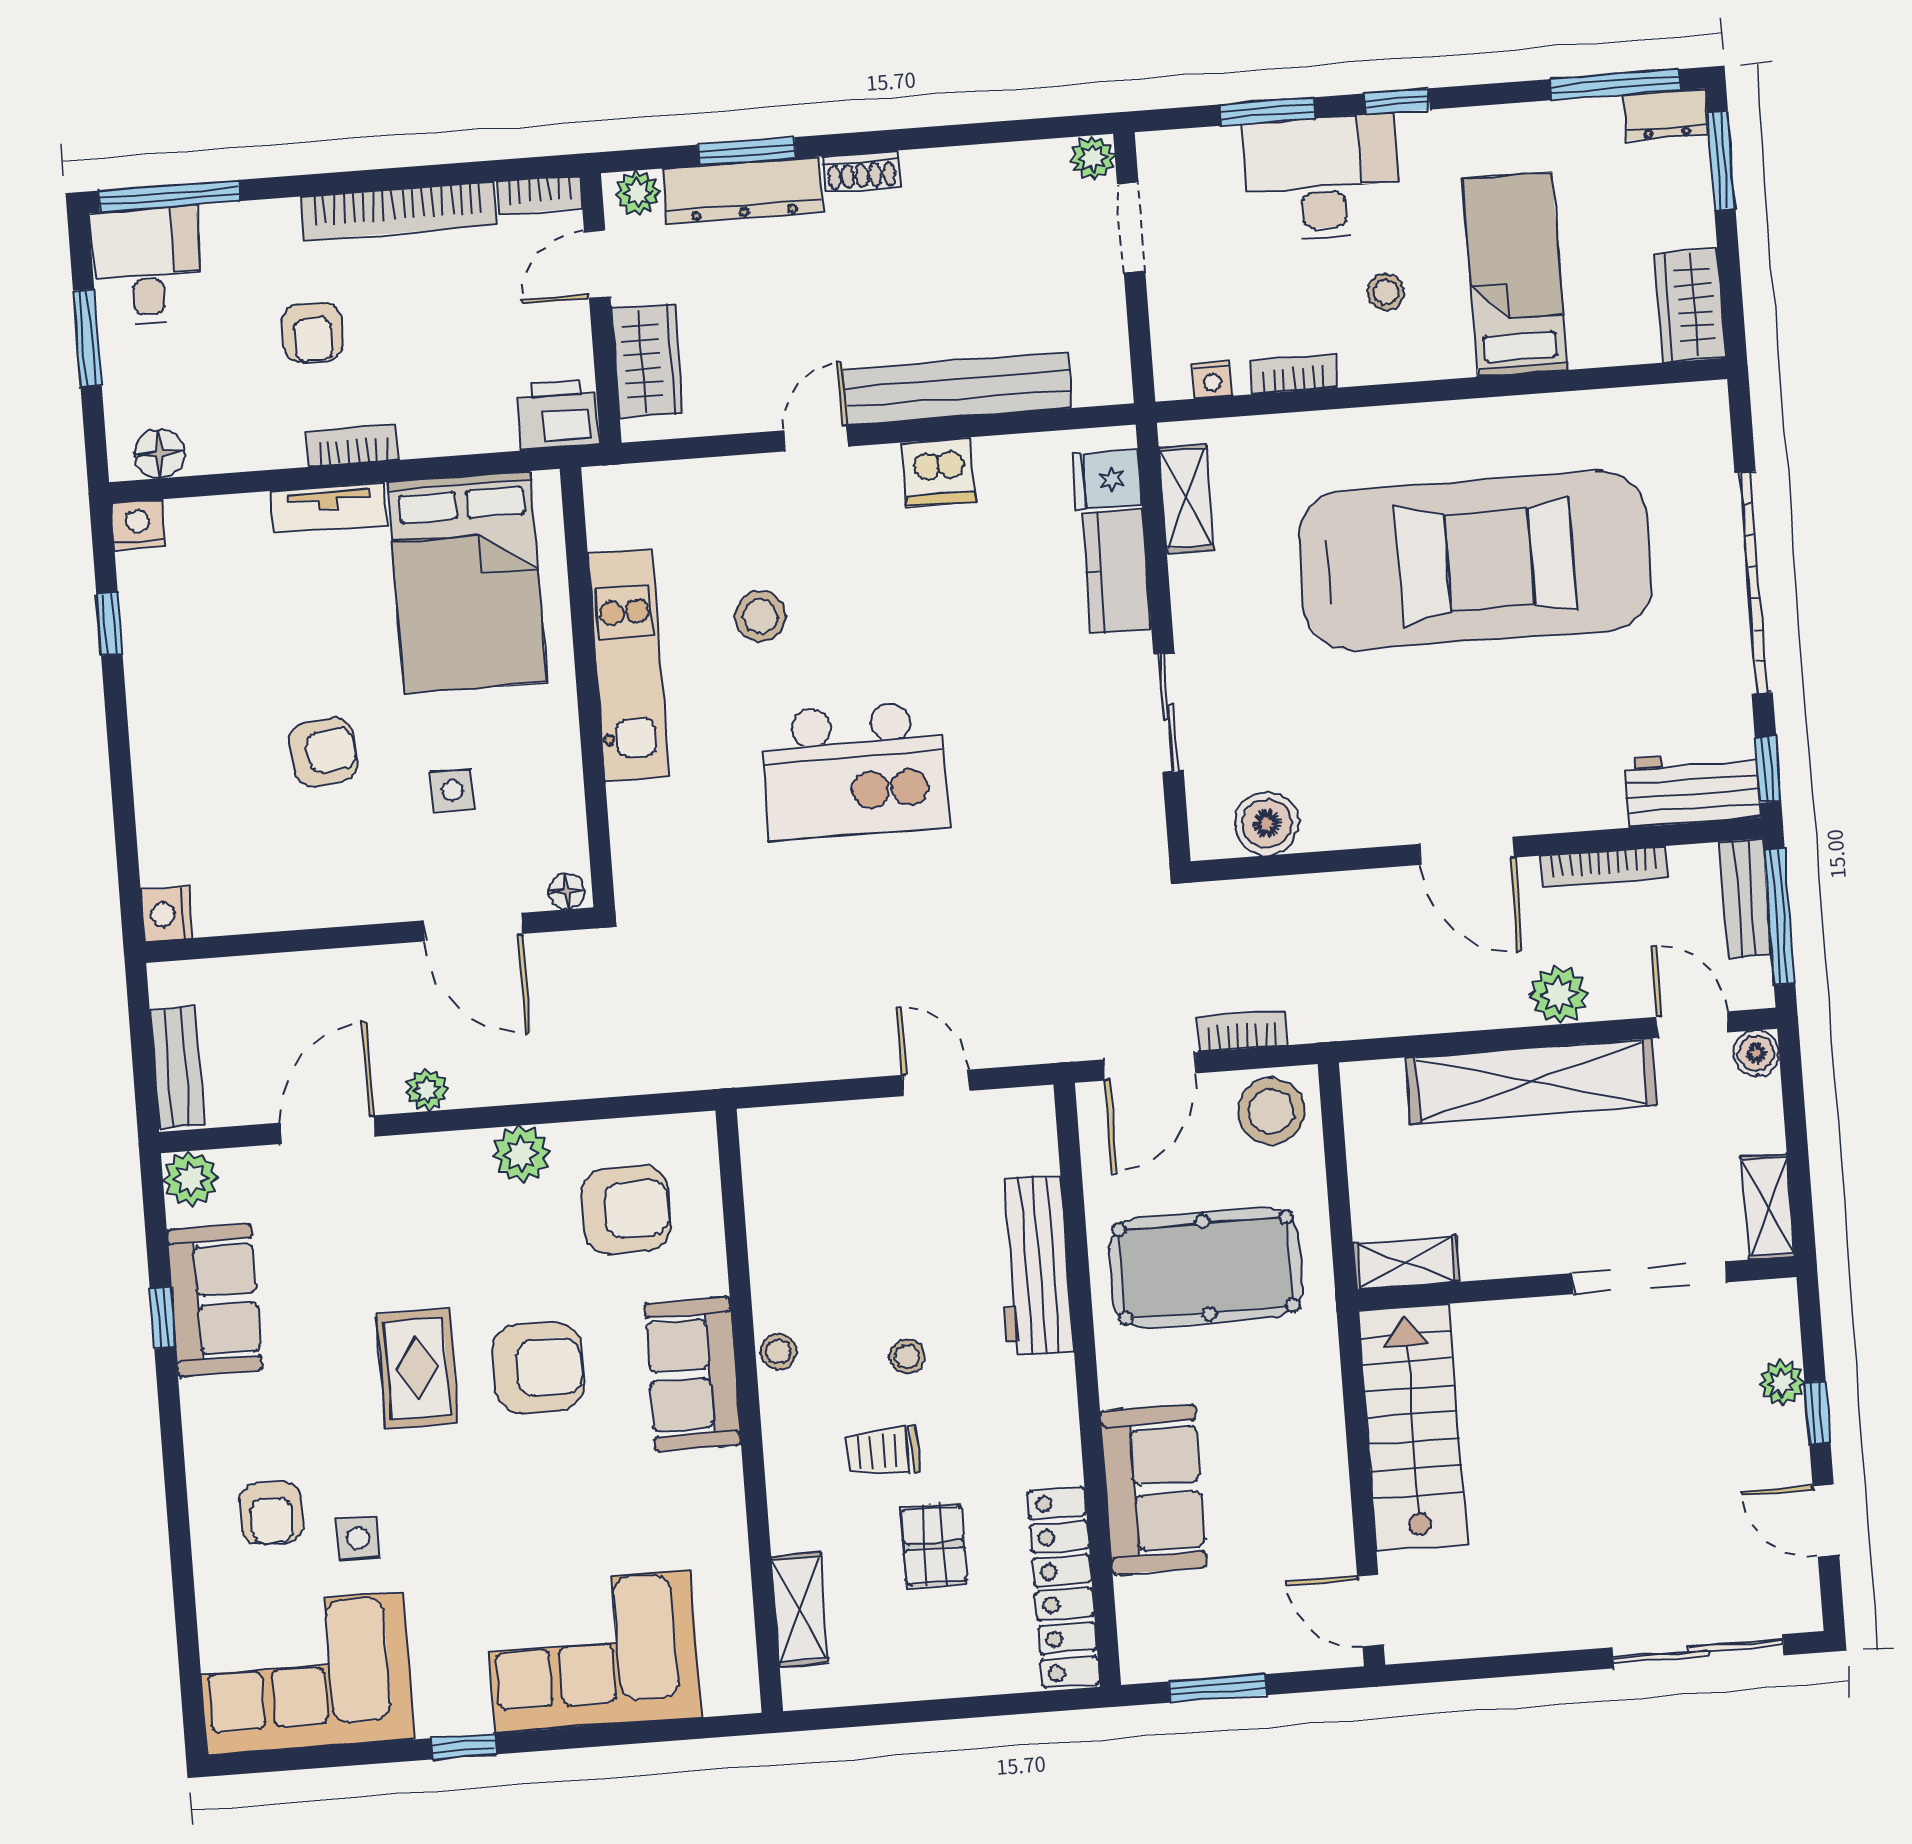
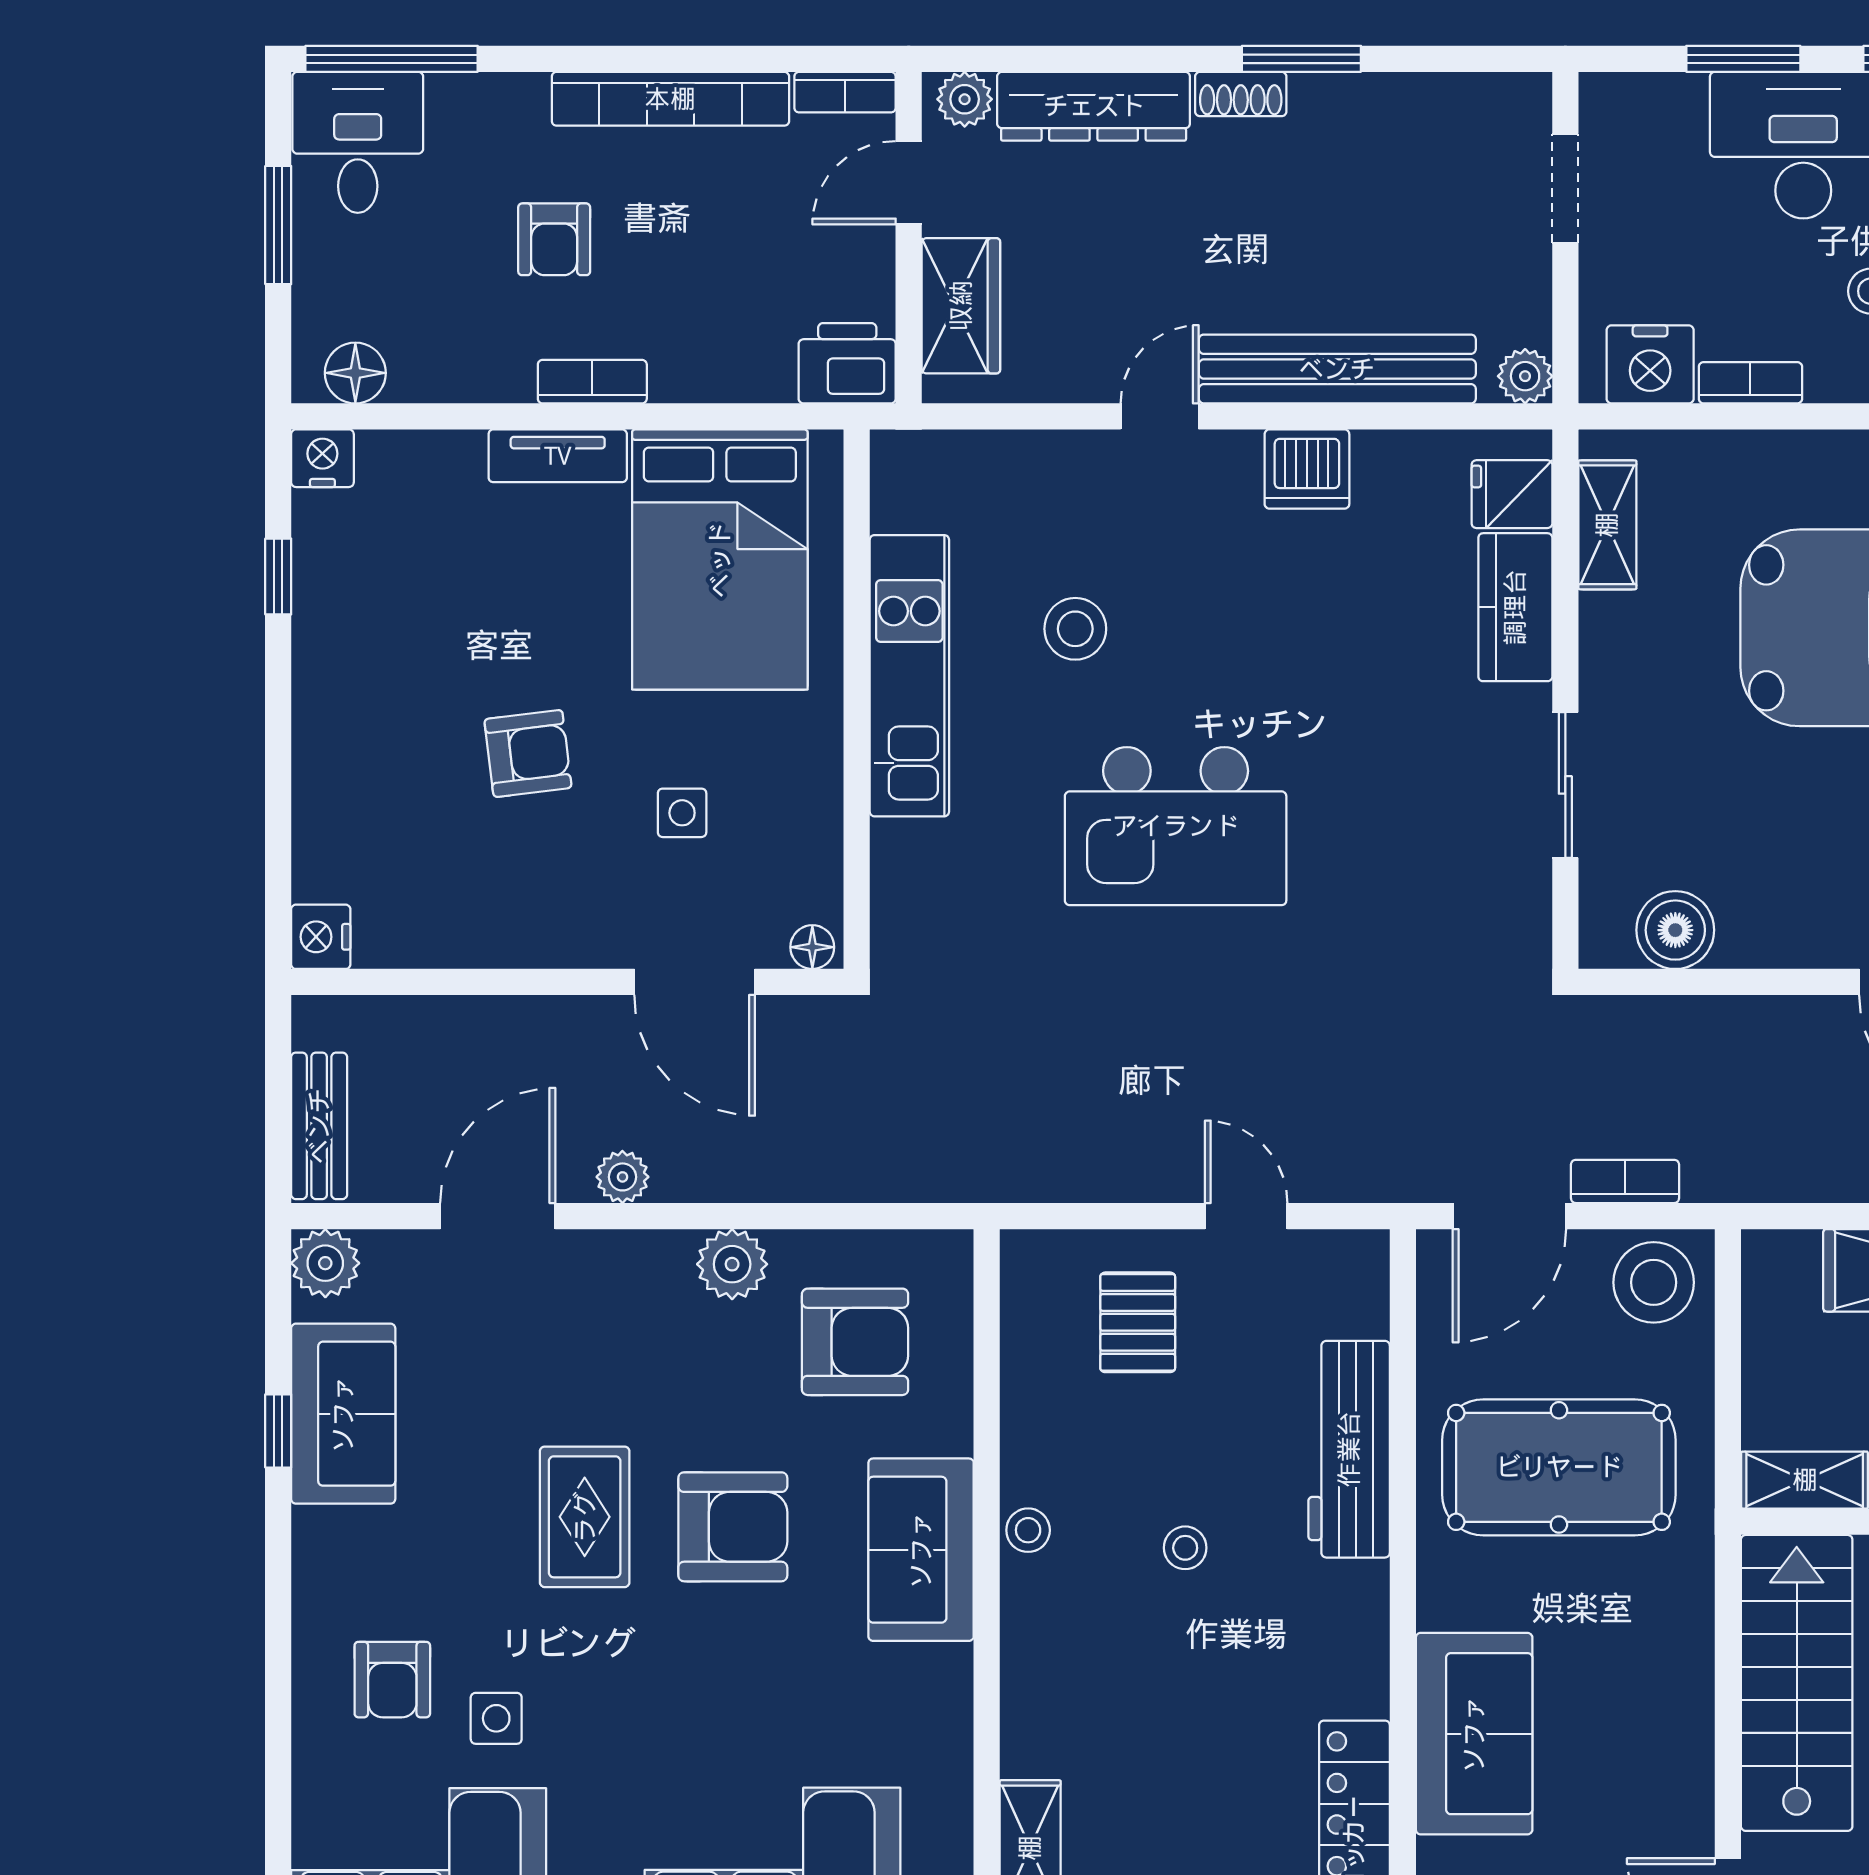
window: (747, 151) -> (1301, 59), moved
plant: (1093, 158) -> (1525, 376), moved
nightstand: (1212, 380) -> (1650, 364), width x1.89, depth x1.79
trolley: (882, 1452) -> (1146, 1662), removed
pallet: (934, 1545) -> (1138, 1322), moved

